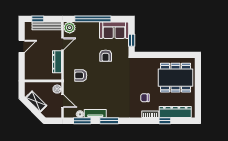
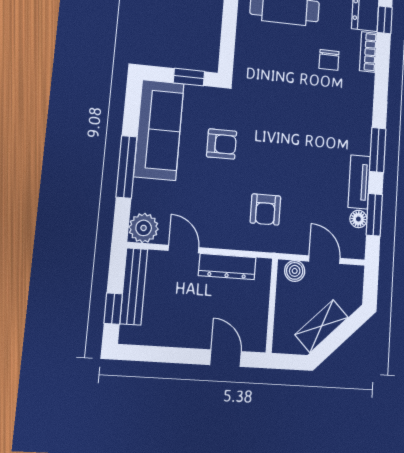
window: (93, 19) -> (126, 167), width x0.68
sofa: (114, 30) -> (159, 130), width x1.36
door: (22, 46) -> (226, 358), moved
door: (63, 101) -> (324, 260), hinge flipped

